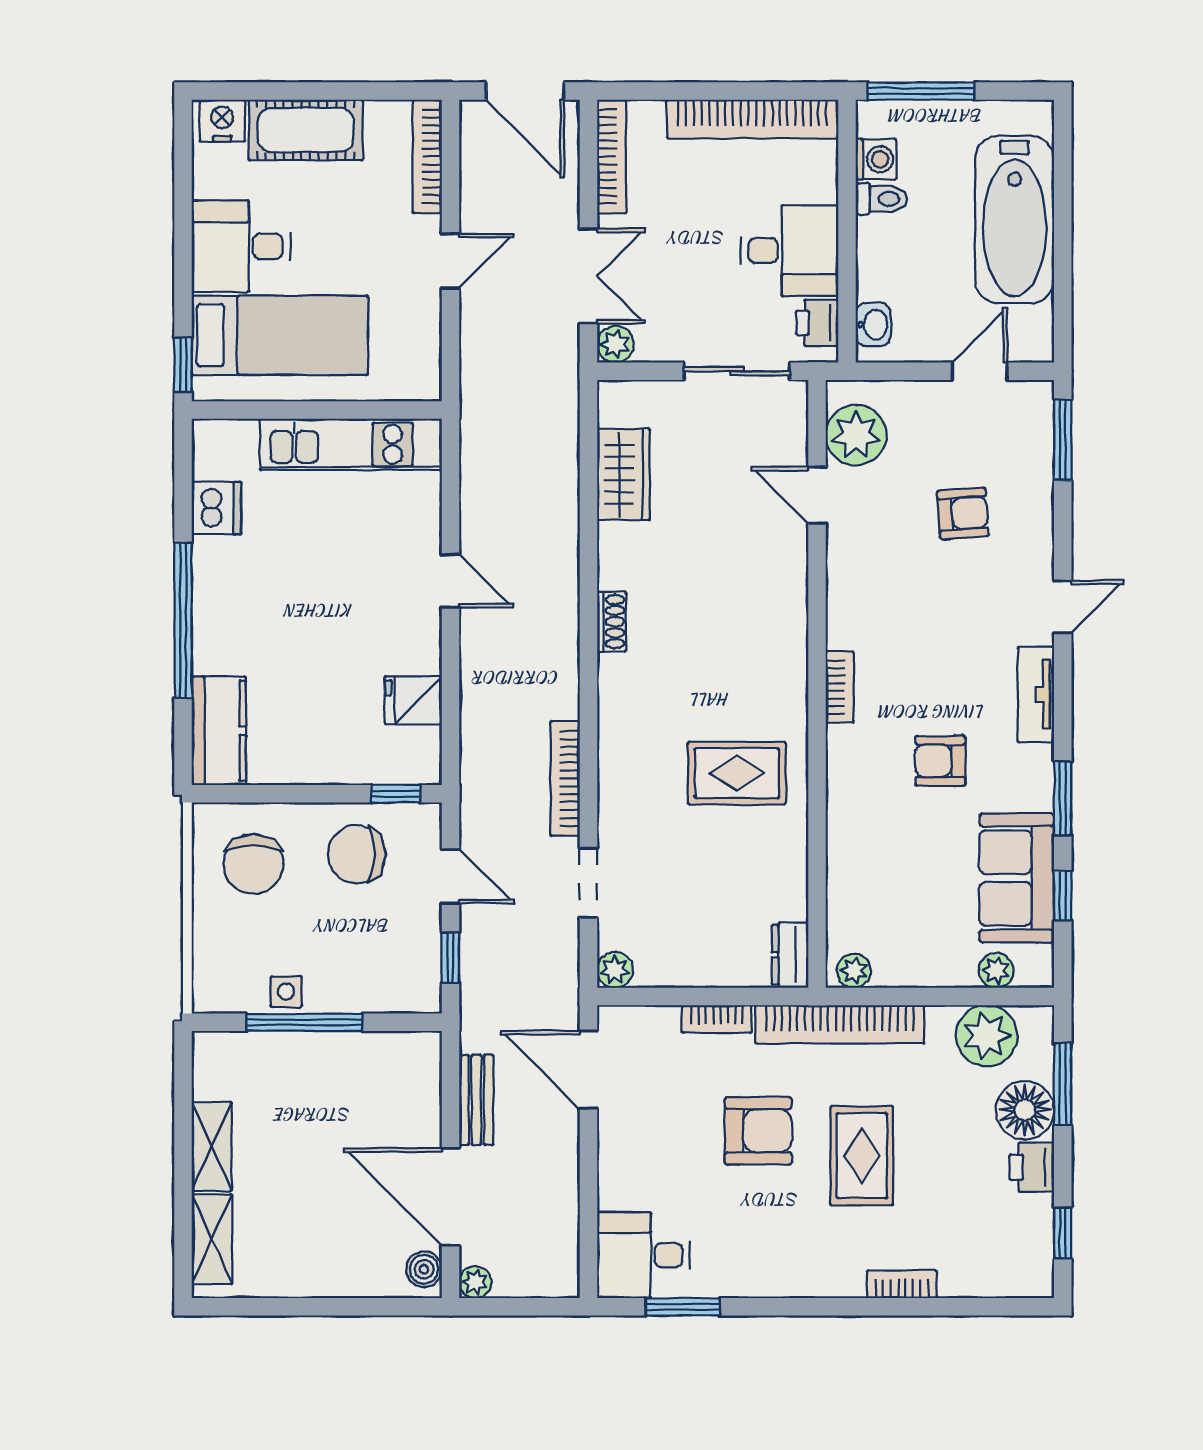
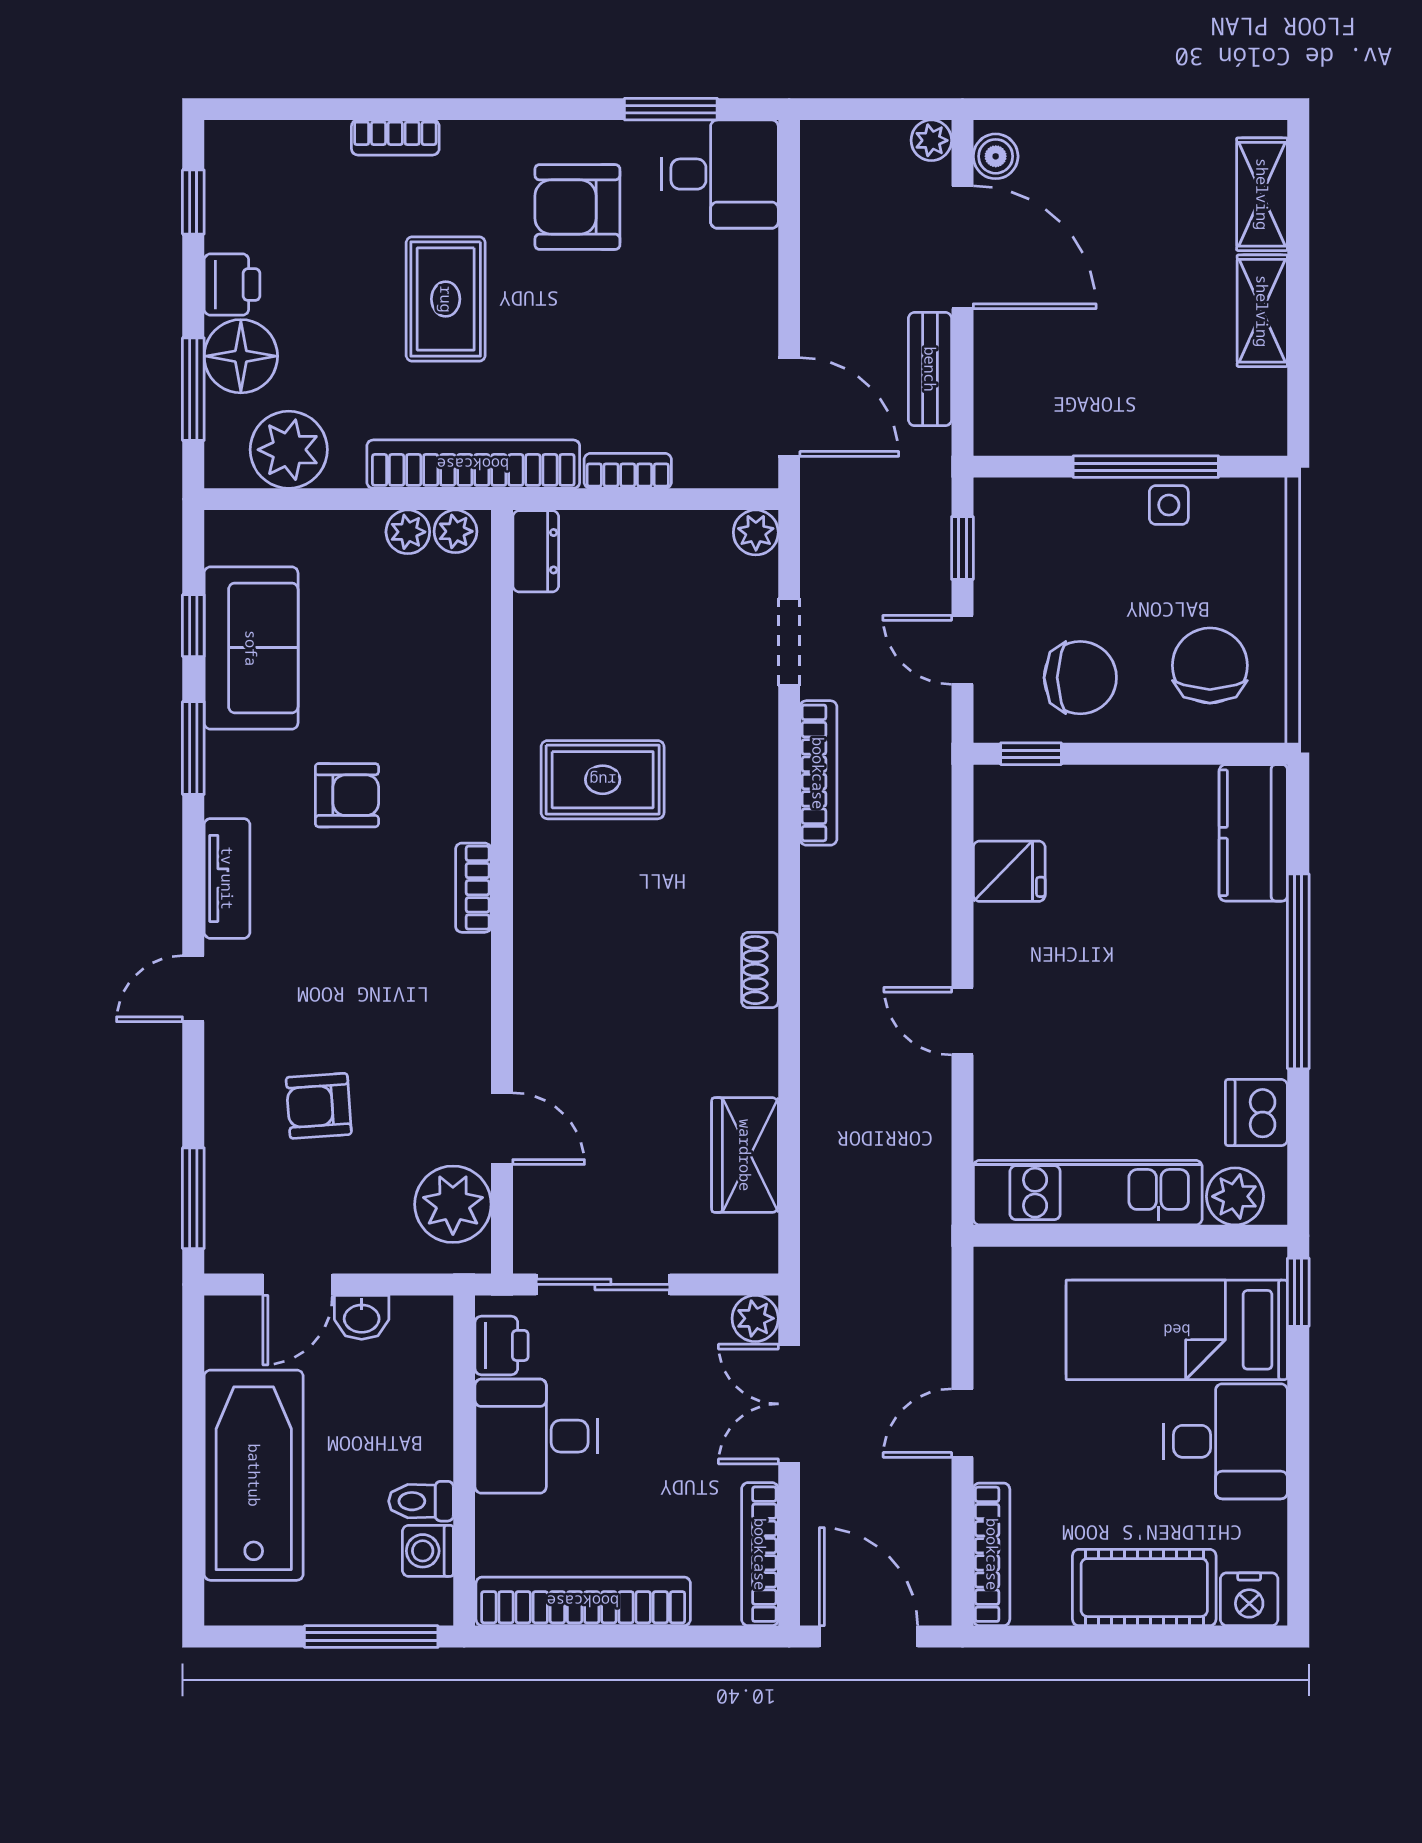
washbasin: (873, 324) -> (362, 1317), moved, turned -90
plant: (233, 441) -> (1235, 1196), added
plant: (996, 970) -> (408, 532), moved
armchair: (758, 1131) -> (577, 207), moved

